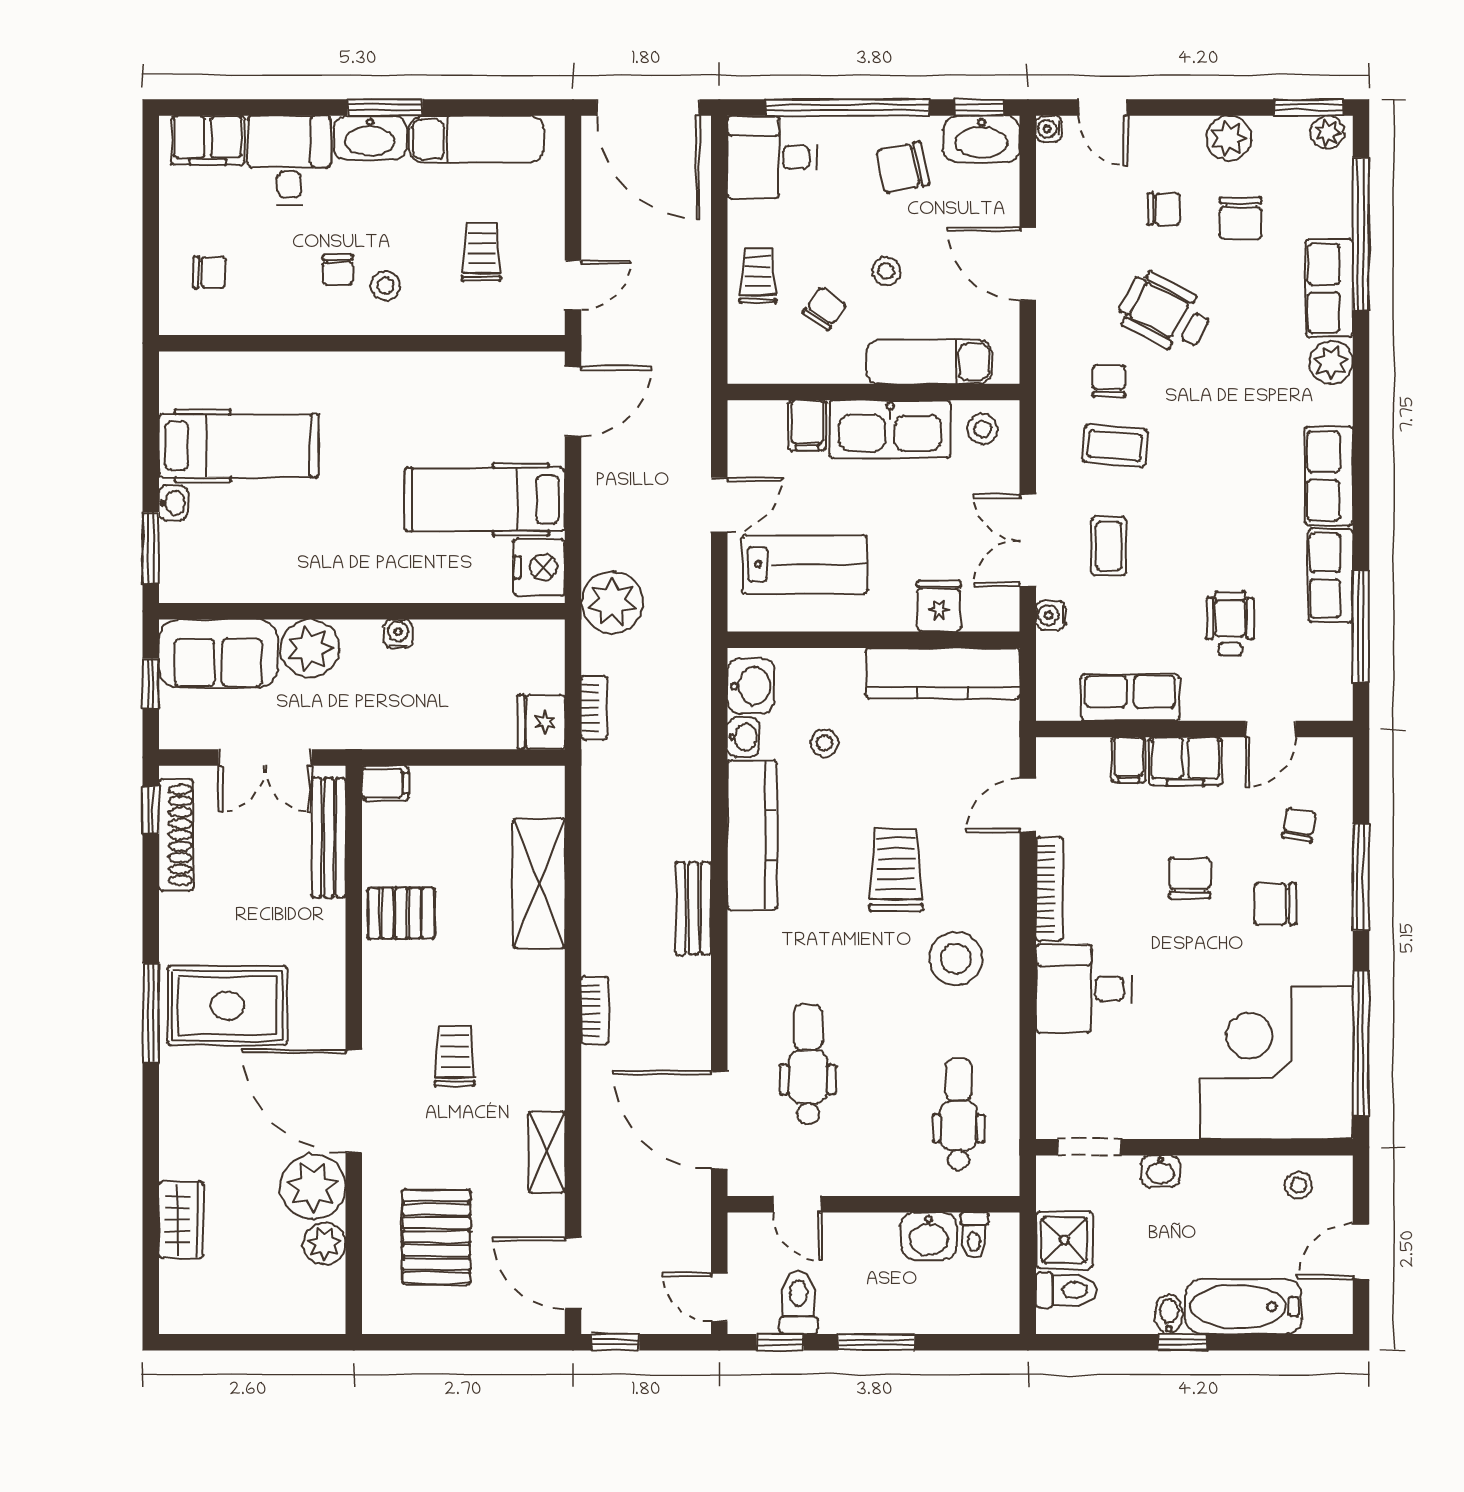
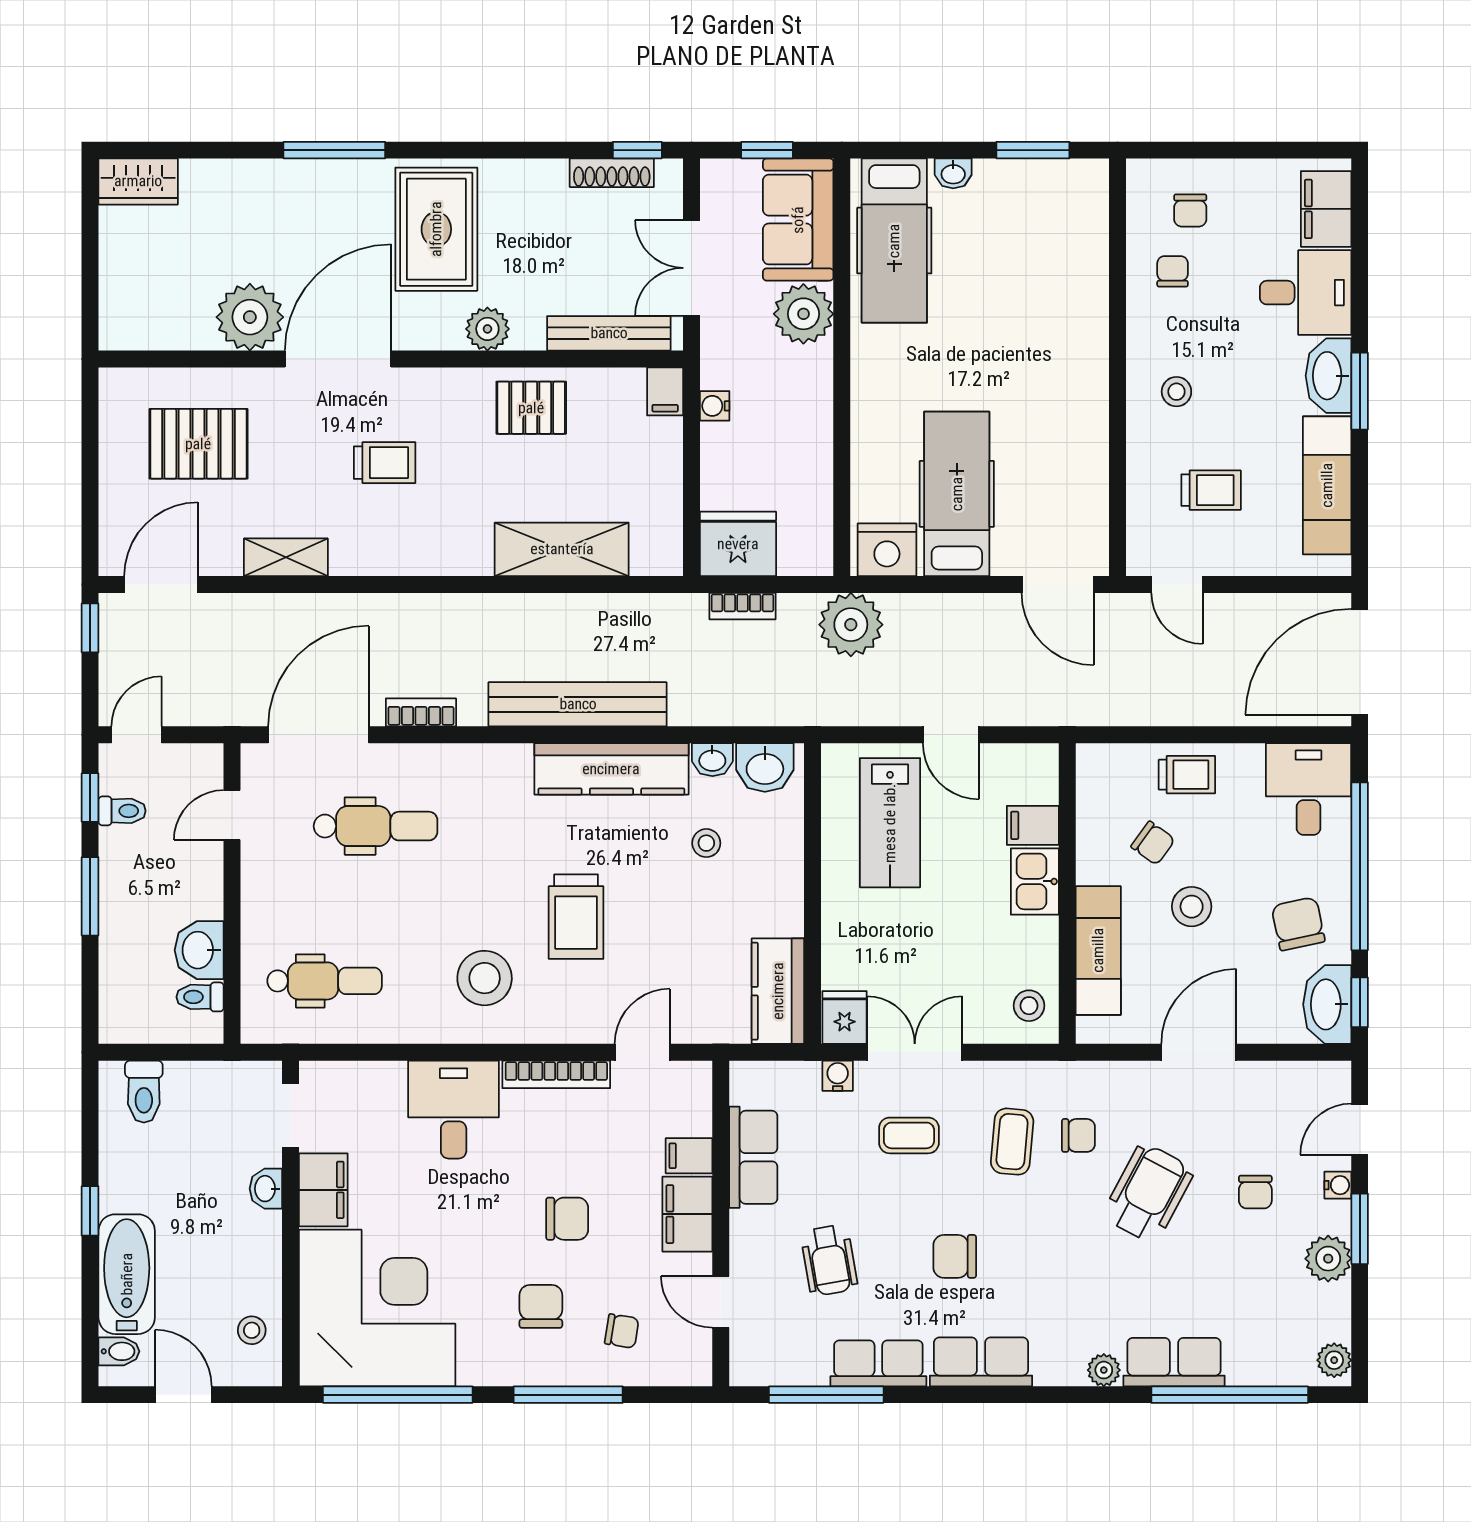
window: (1309, 108) -> (1360, 1229), moved
water cooler: (1049, 129) -> (1338, 1185), moved, turned 90
chair: (1241, 218) -> (955, 1256), moved
chair: (338, 270) -> (1173, 271), moved, turned 90
stool: (886, 271) -> (1192, 907), width x1.37, depth x1.37
plant: (1331, 362) -> (1104, 1370), width x0.73, depth x0.73
kitchen sink: (890, 429) -> (1035, 881), width x0.53, depth x0.81
hospital bed: (239, 446) -> (894, 241), moved
window: (151, 548) -> (1033, 150), moved
fridge: (939, 606) -> (845, 1017), moved, turned -90
wheelchair: (1230, 624) -> (829, 1260), turned 80
water cooler: (398, 634) -> (715, 406), moved, turned 180
kitchen counter: (943, 673) -> (778, 991), width x0.67
fridge: (541, 722) -> (738, 544), width x1.36, depth x1.34
door: (1028, 805) -> (642, 1052), hinge flipped
shoe rack: (176, 835) -> (612, 173), width x0.74, depth x0.81
trolley: (896, 870) -> (576, 917), turned 90
bench: (693, 908) -> (578, 704), width x1.86, depth x1.21
pallet: (401, 913) -> (531, 408), turned 90
bookcase: (595, 1010) -> (421, 712), moved, turned 180
window: (151, 1013) -> (334, 150), moved
filing cabinet: (1162, 1115) -> (323, 1190), added
wardrobe: (181, 1220) -> (138, 181), moved
shower: (1064, 1240) -> (195, 1090), removed
plant: (325, 1244) -> (487, 329), moved
toilet: (798, 1302) -> (122, 811), width x0.73, depth x0.72
bidet: (1169, 1314) -> (119, 1351), moved

